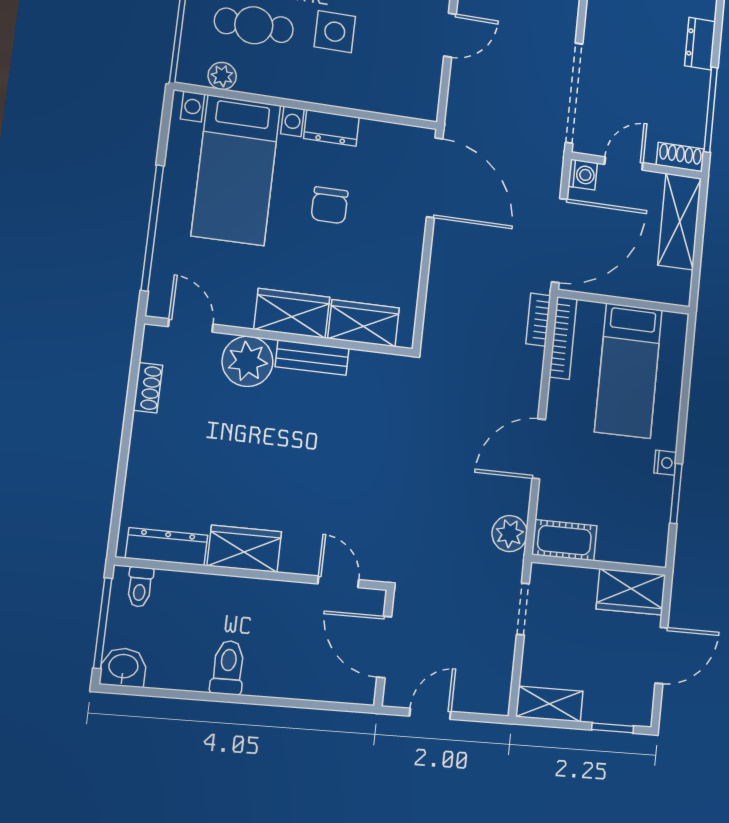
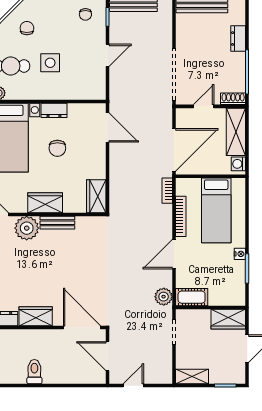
washing machine: (583, 175) -> (238, 164), moved, turned 180
door: (435, 178) -> (108, 127), width x0.73
wardrobe: (364, 323) -> (96, 196), moved, turned -90
bookcase: (563, 338) -> (181, 216), moved
door: (338, 582) -> (82, 327), width x1.87

